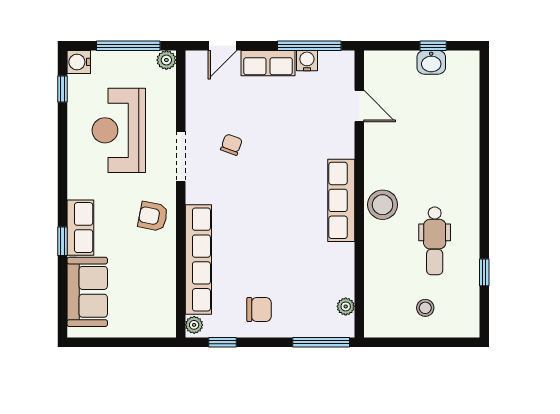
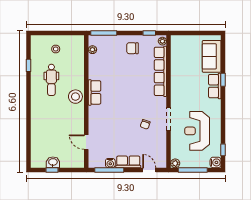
door: (223, 46) -> (149, 170), hinge flipped
reception desk: (119, 130) -> (197, 131), turned 180
row of seats: (341, 200) -> (95, 92), width x0.68
armchair: (153, 216) -> (181, 91), removed
dental chair: (435, 241) -> (51, 80), turned 180

